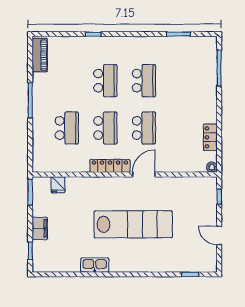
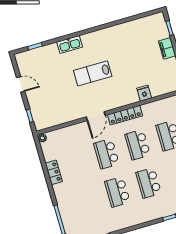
locker: (210, 137) -> (54, 172), moved
fridge: (58, 185) -> (144, 93), moved
lab bench: (133, 224) -> (93, 73), width x0.54, depth x0.72
kitchen sink: (95, 265) -> (70, 44), moved

